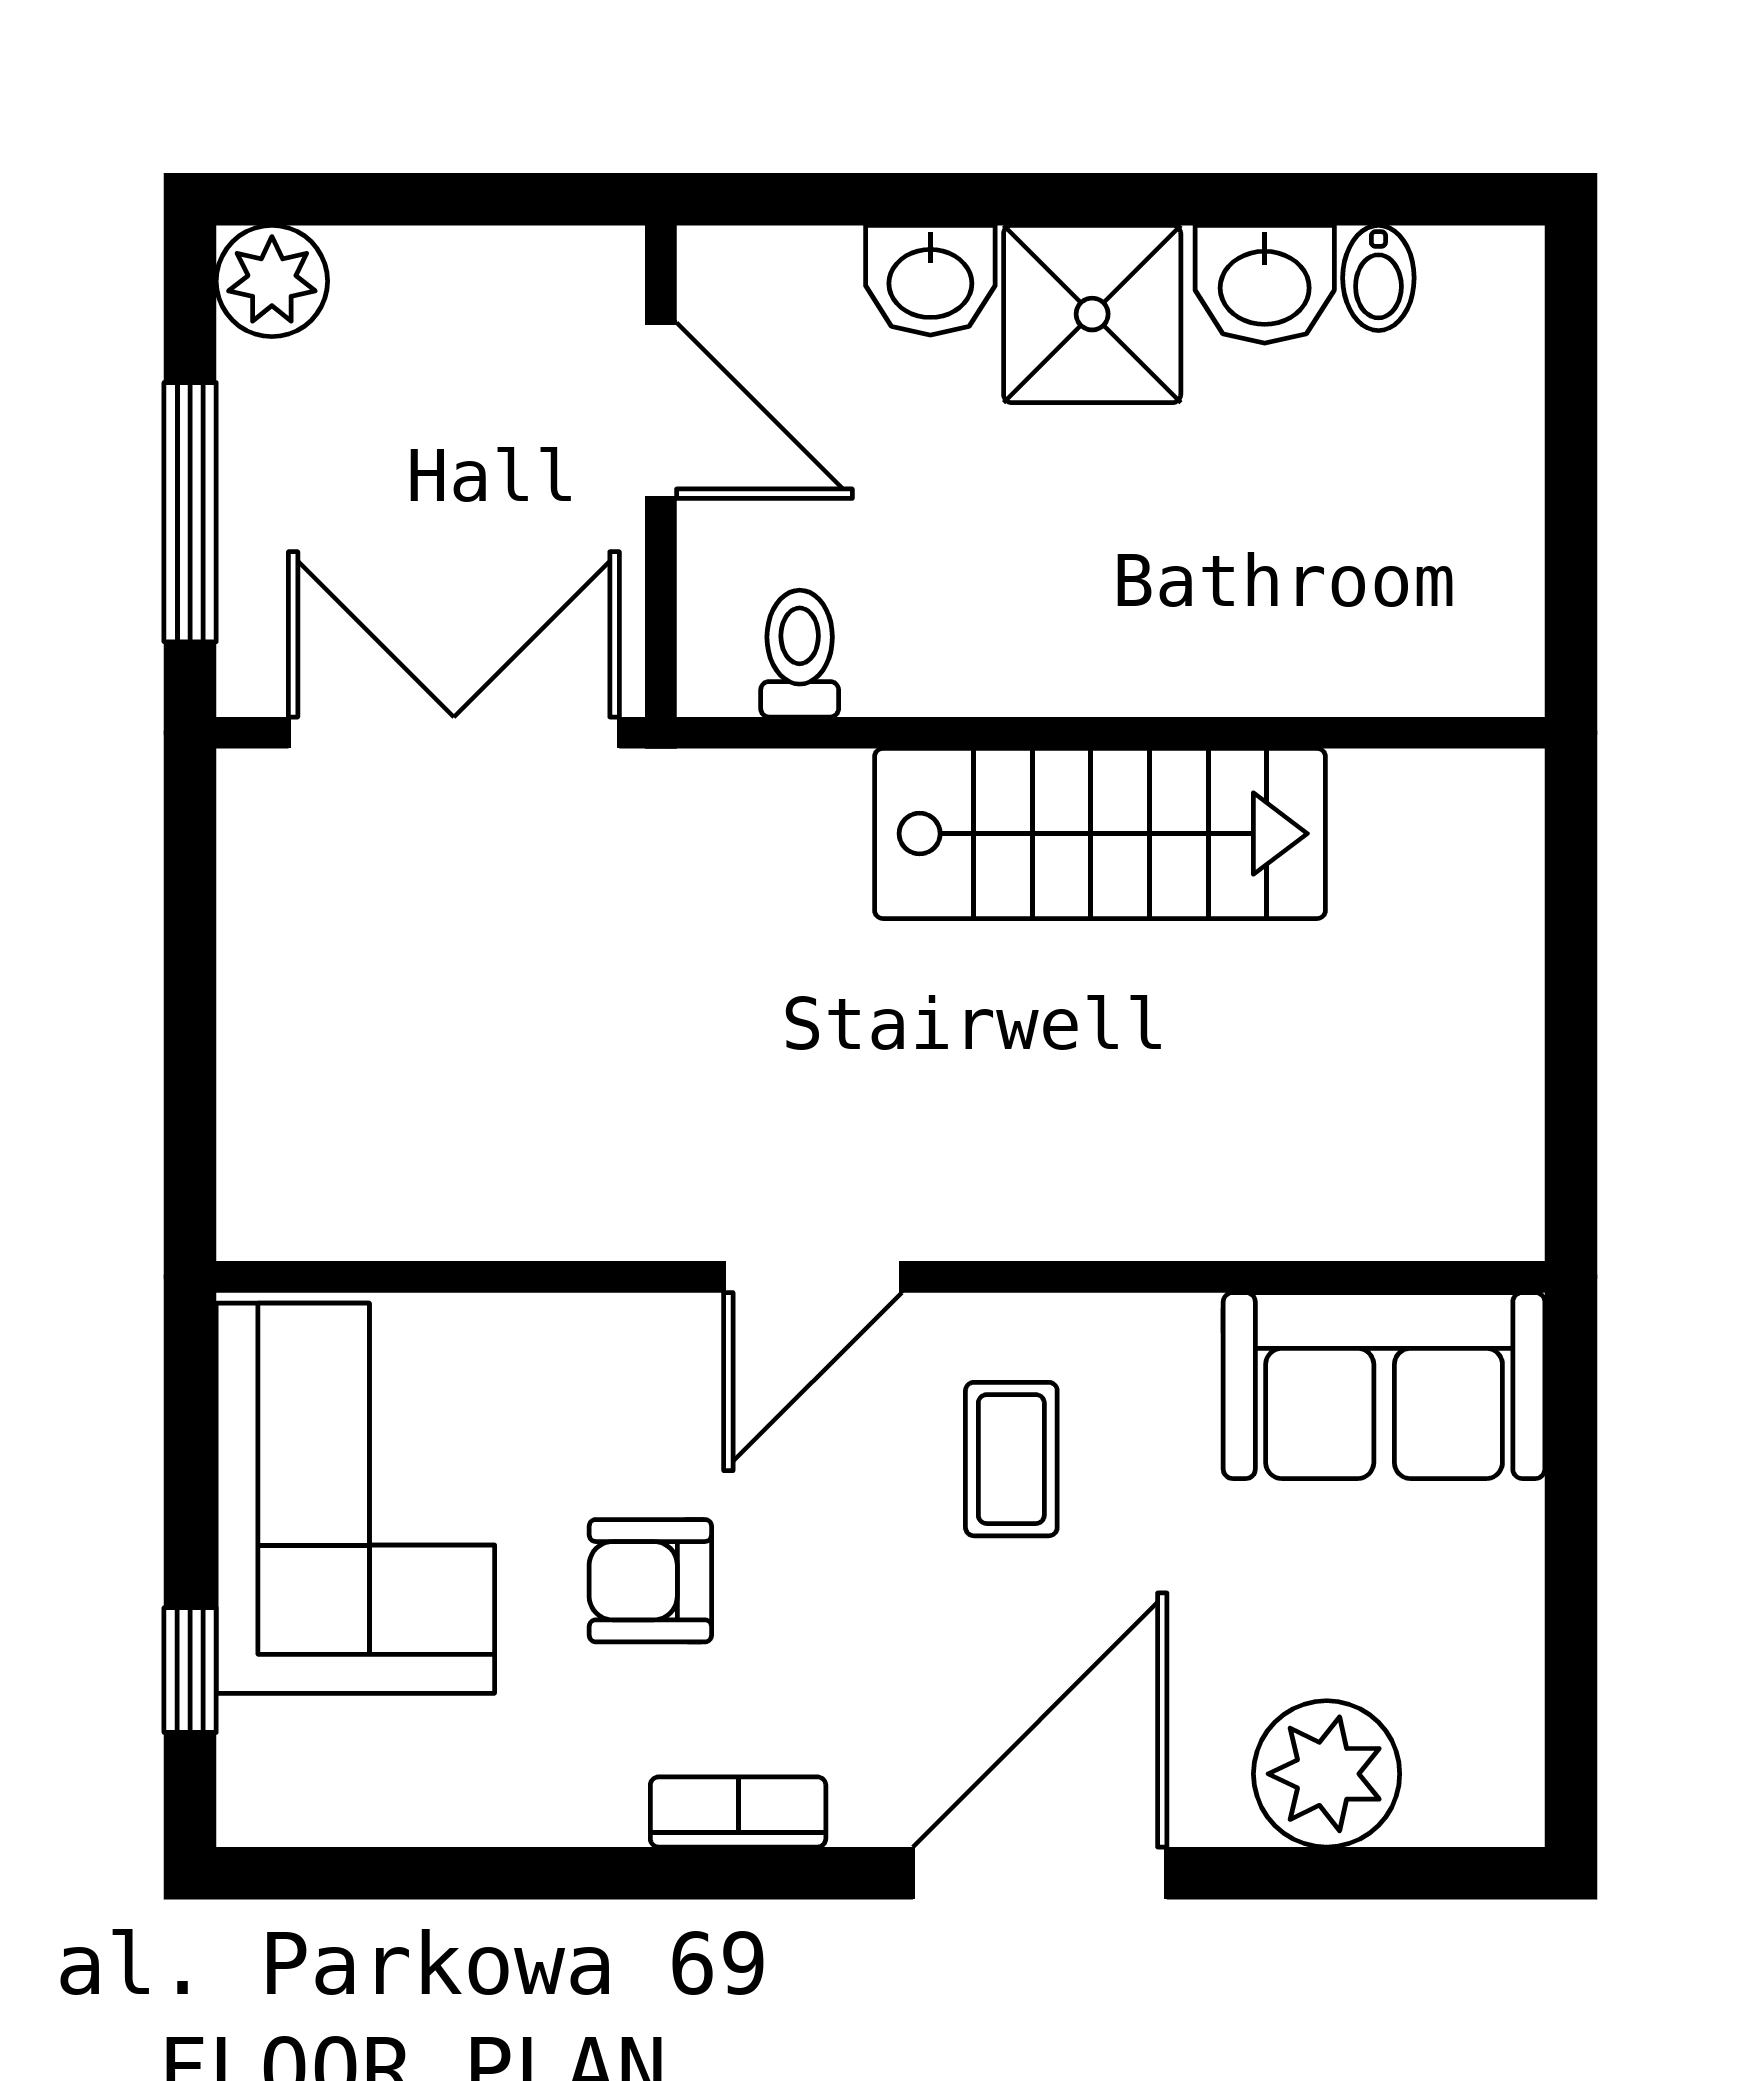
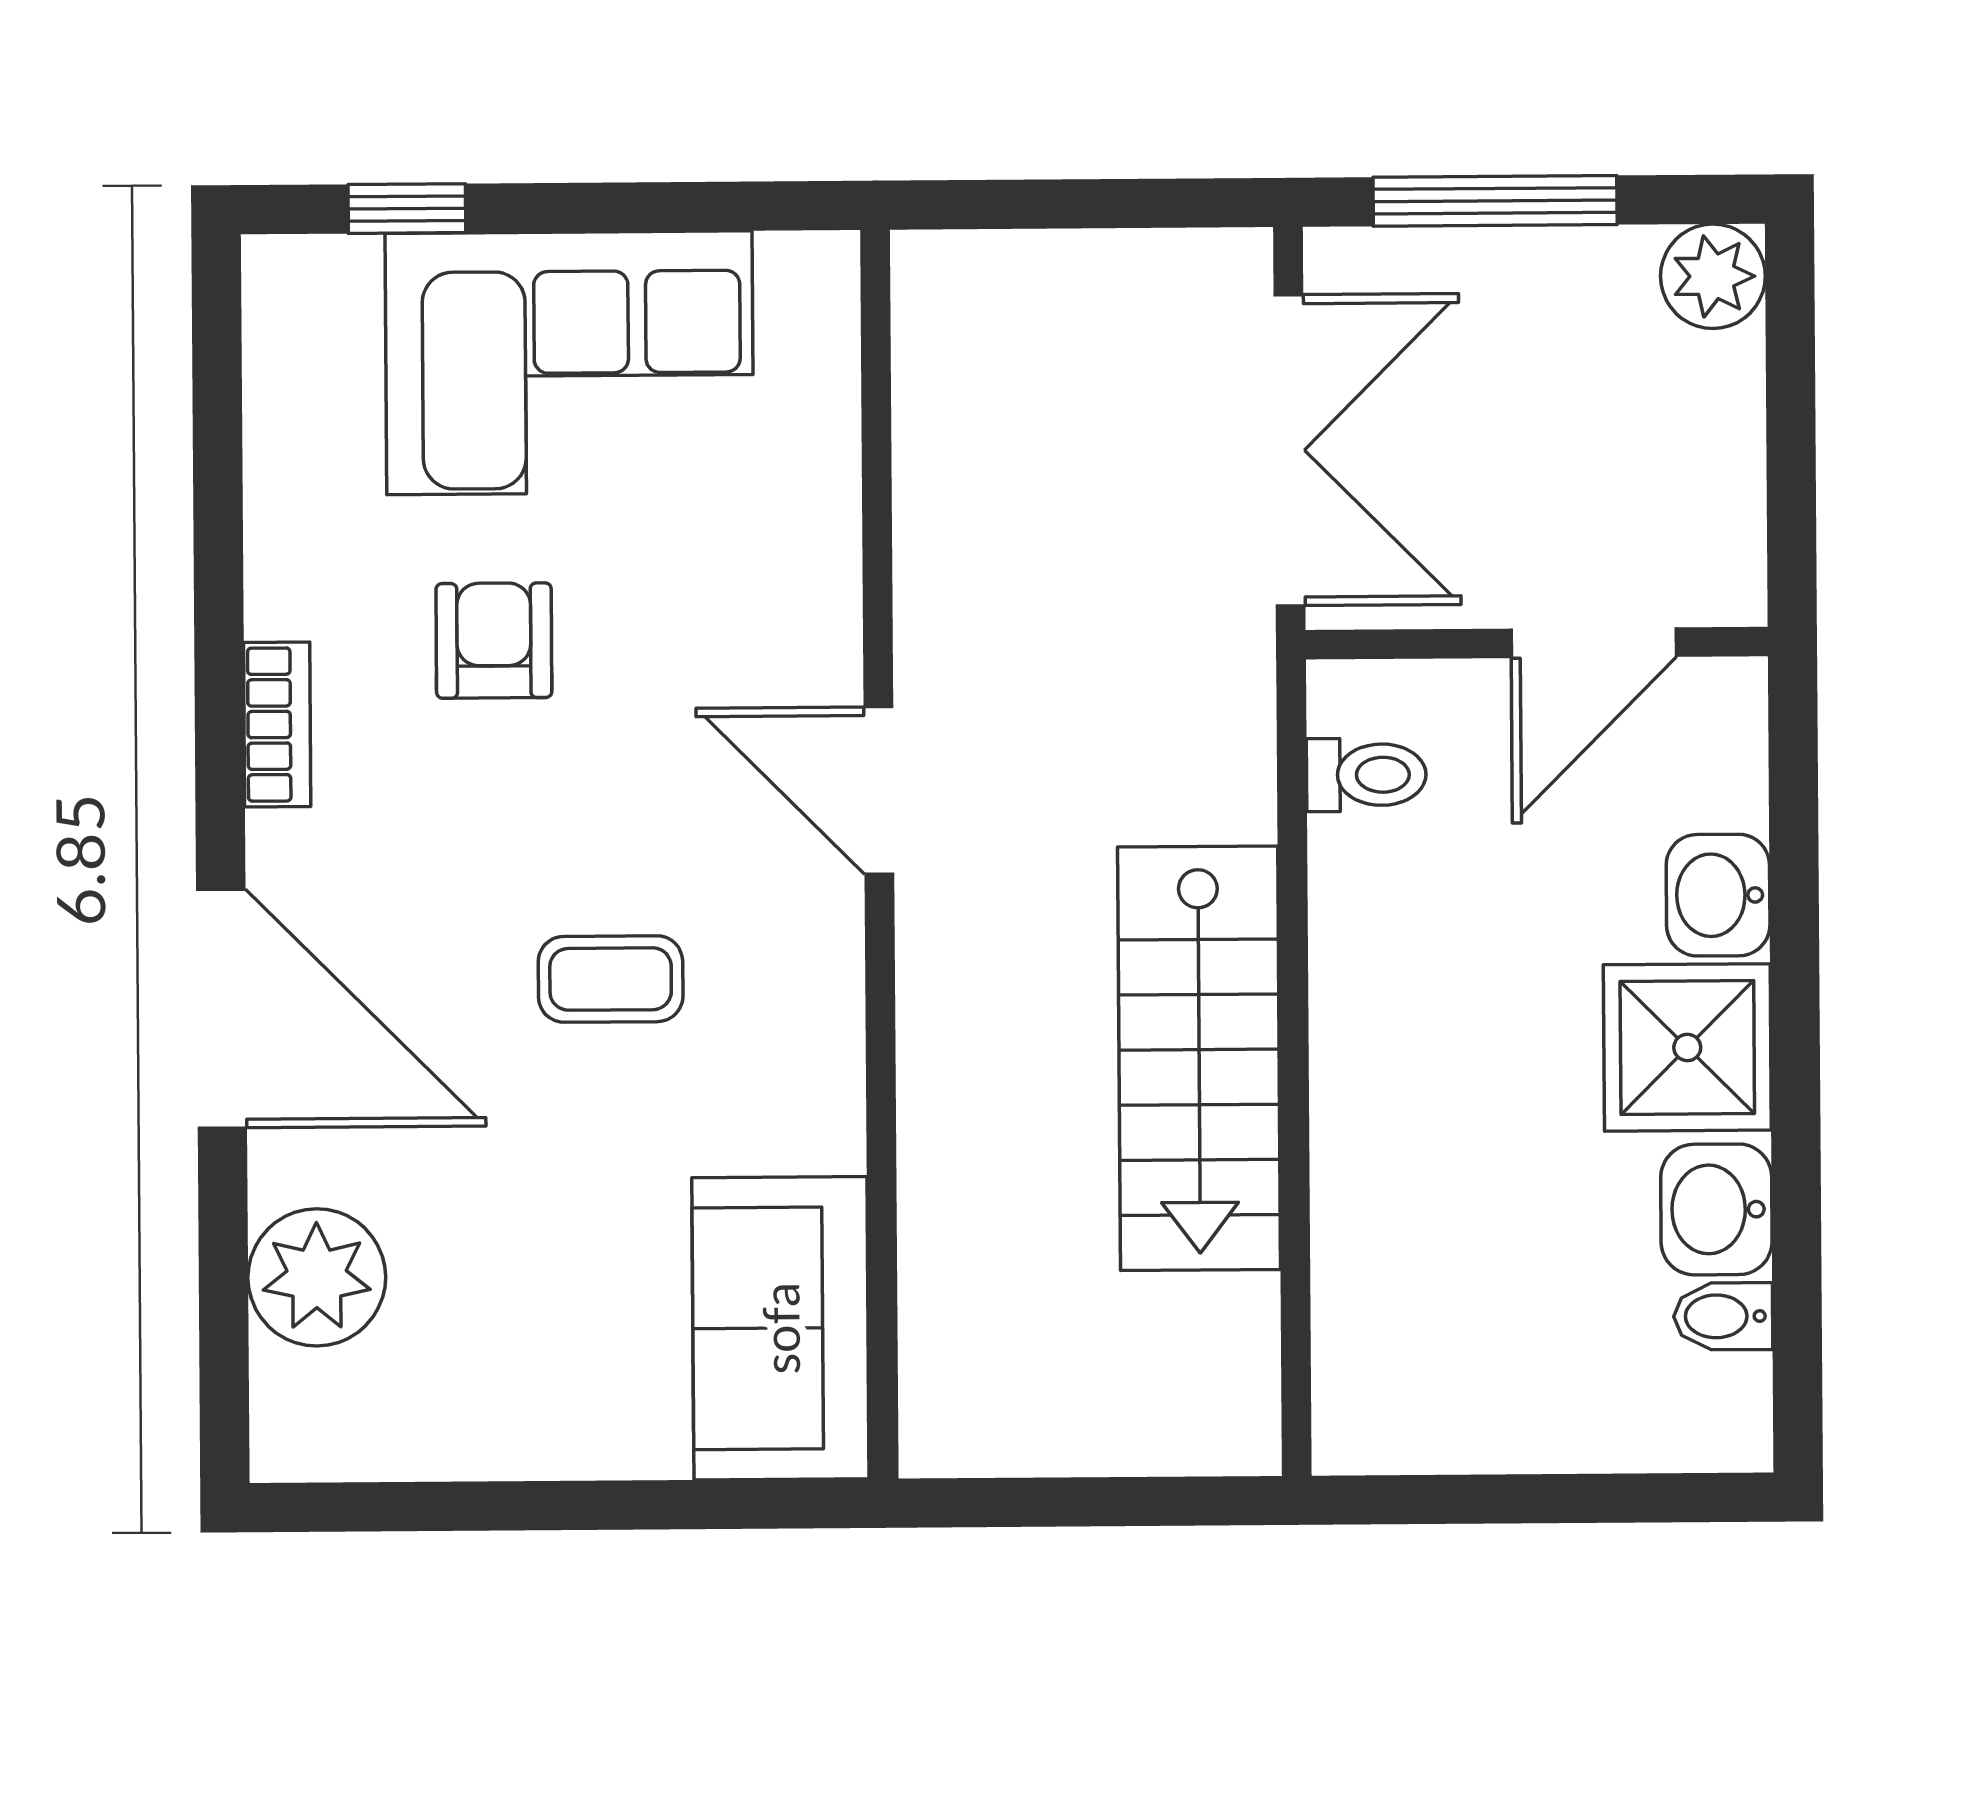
door: (813, 1277) -> (879, 791), moved
wall: (881, 1277) -> (879, 854), moved
sofa: (1384, 1386) -> (780, 1328), moved

